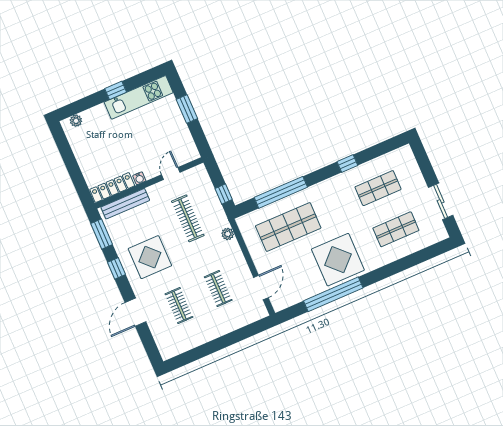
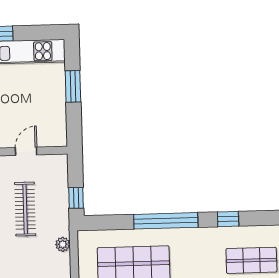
window: (281, 192) -> (166, 221), moved

